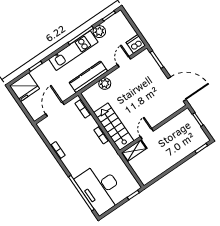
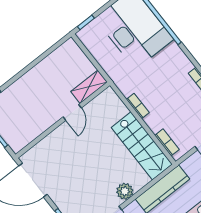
plant: (105, 84) -> (125, 191), moved
stairs: (114, 127) -> (142, 146), moved

